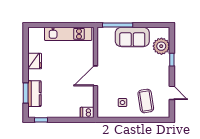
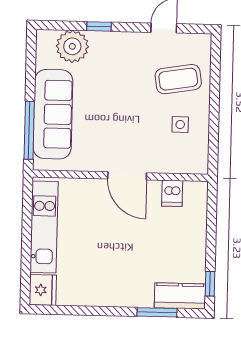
sofa: (132, 37) -> (53, 114), width x1.36
fridge: (35, 61) -> (43, 290), moved, turned 90
kitchen counter: (34, 94) -> (180, 296), moved
dishwasher: (87, 112) -> (172, 193), moved

